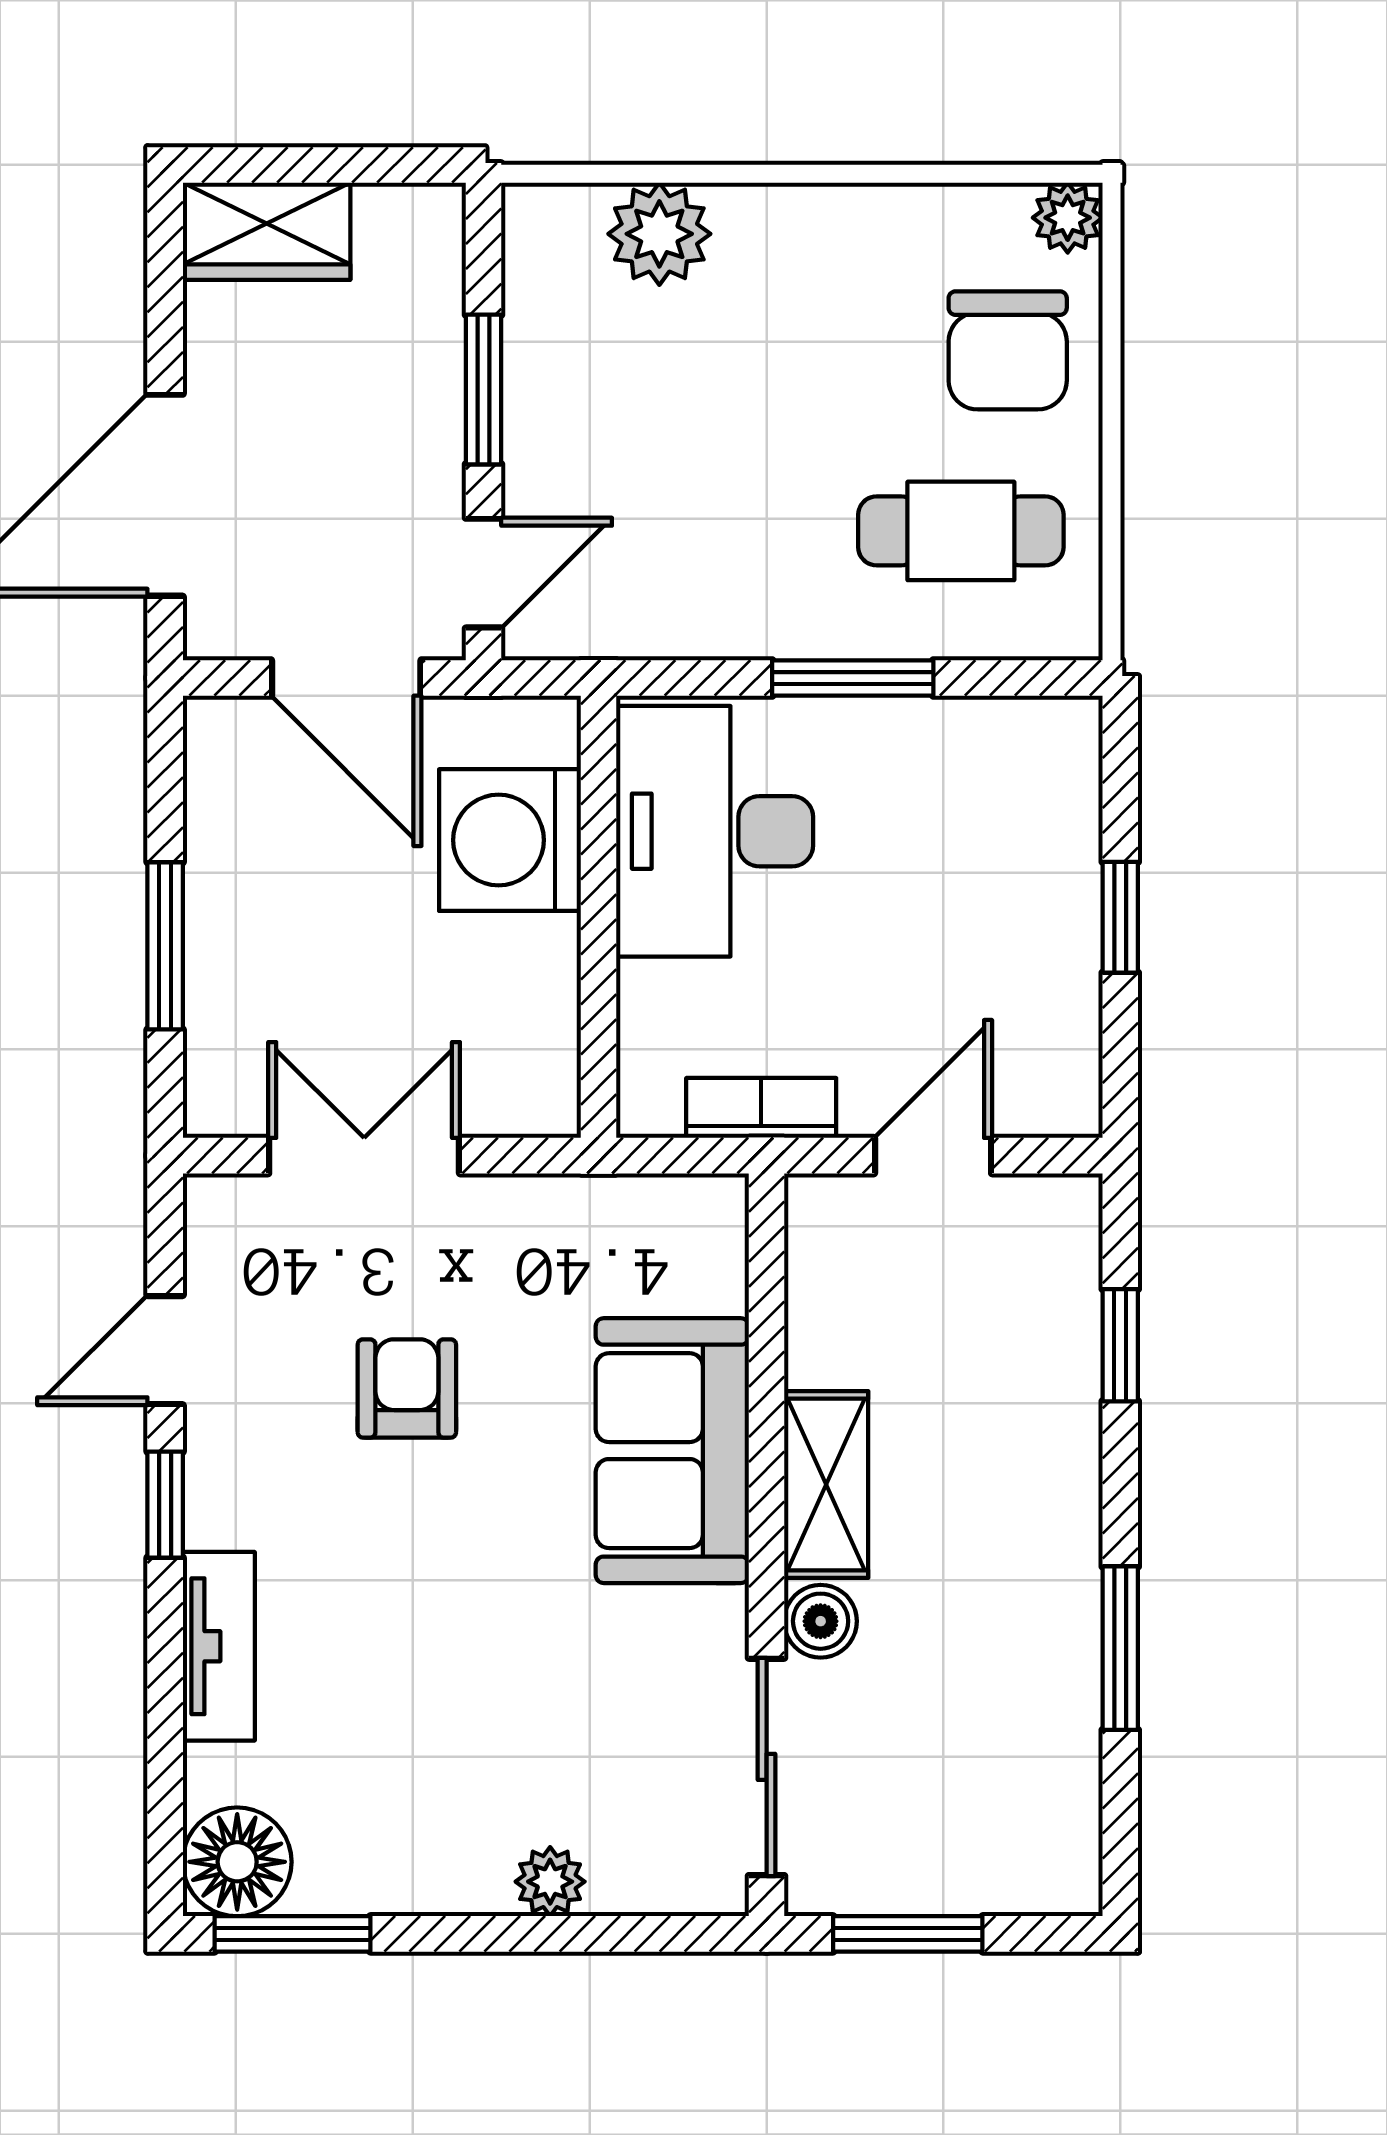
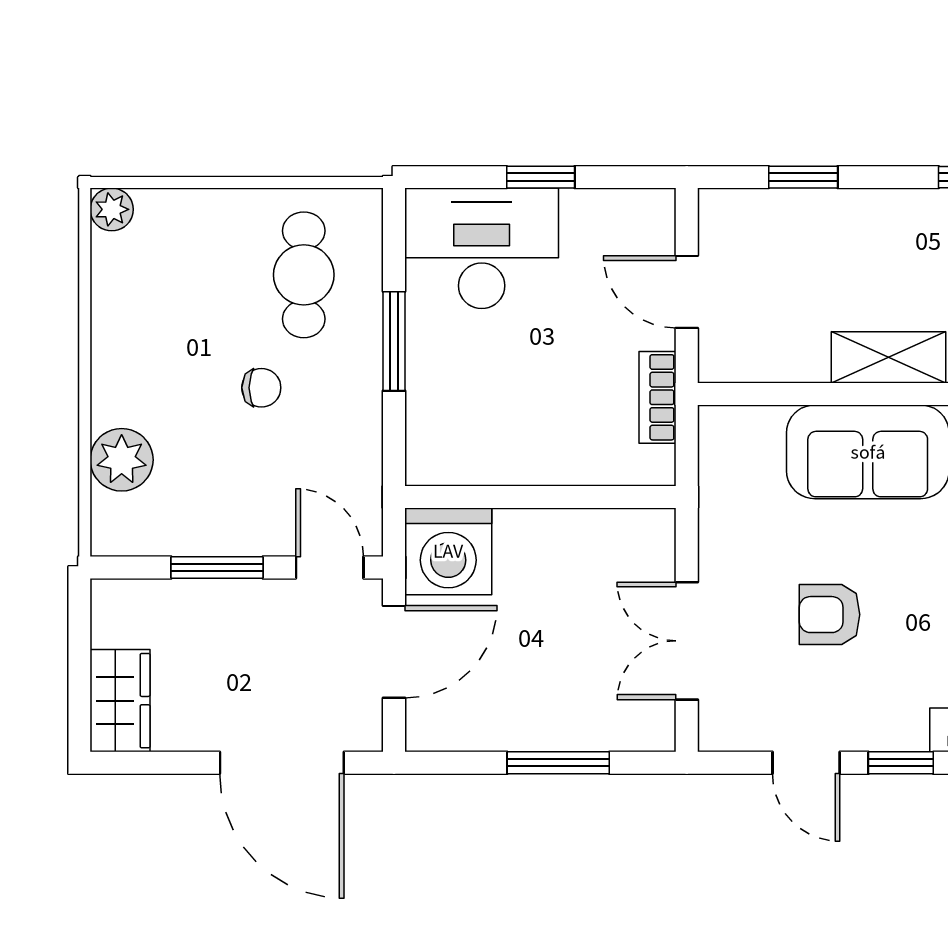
chair: (1008, 350) -> (261, 388), moved, width x0.54, depth x0.54
desk: (715, 831) -> (482, 248), moved, turned 180
washing machine: (510, 840) -> (448, 551), moved

